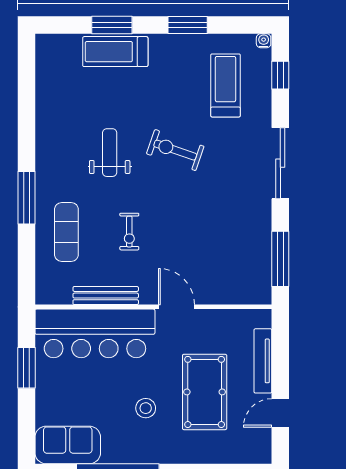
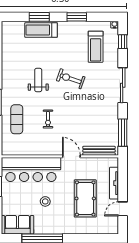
treadmill: (225, 85) -> (96, 47), turned 180
bench: (106, 296) -> (99, 151), moved
stool: (146, 408) -> (45, 201), moved

